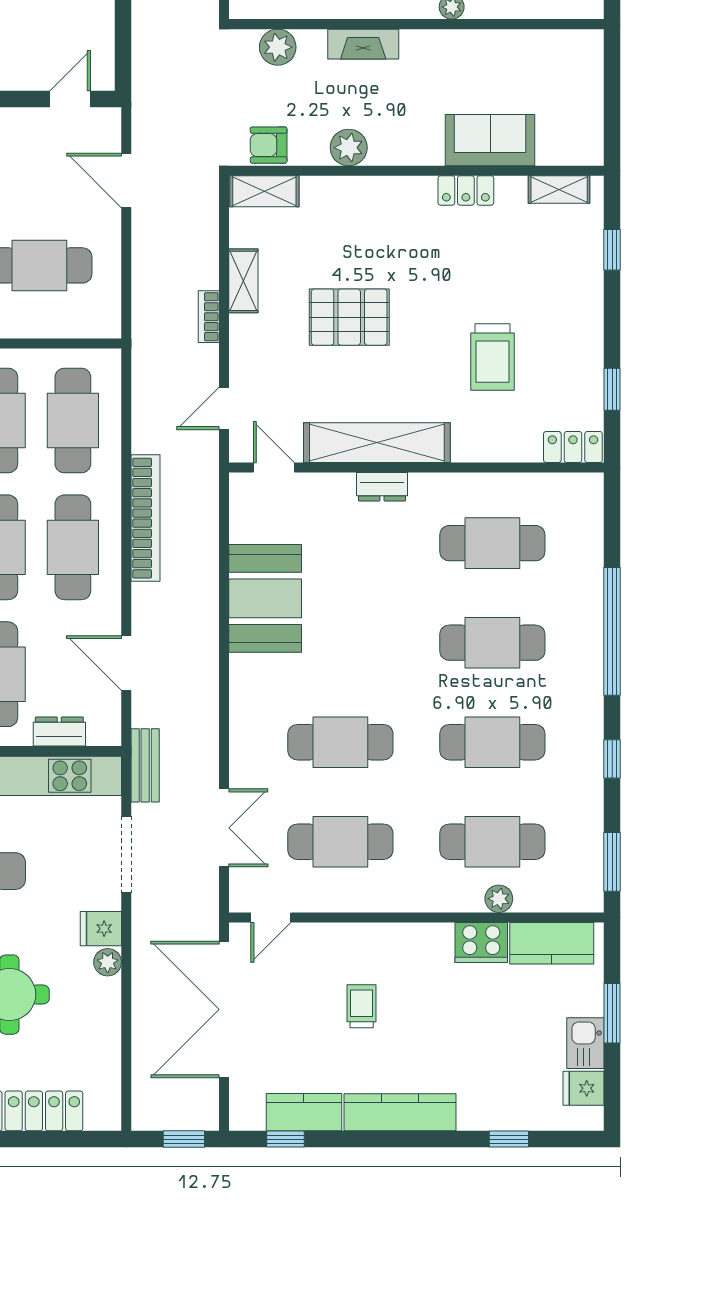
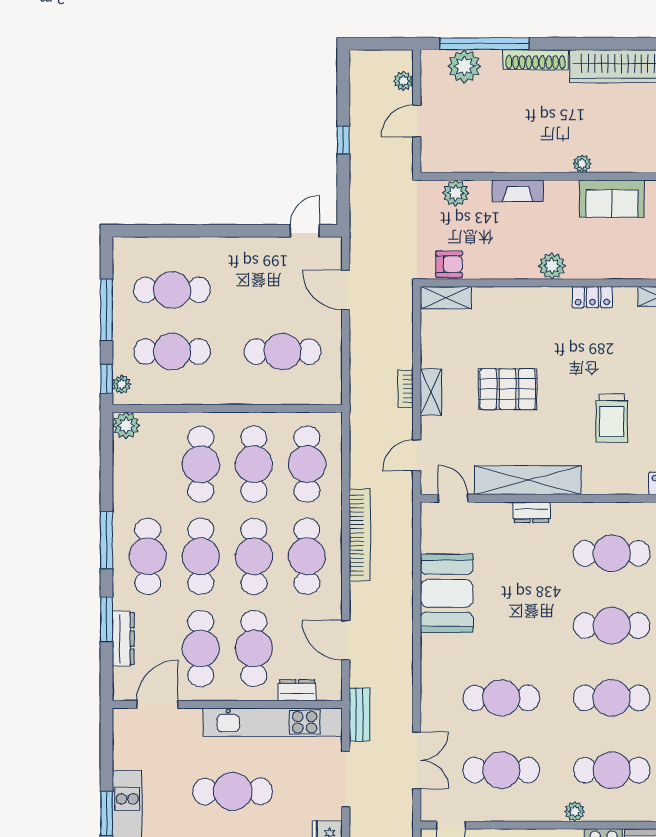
sofa: (490, 140) -> (612, 199), moved, turned 180
armchair: (269, 145) -> (449, 264), turned 180
plant: (349, 148) -> (552, 266), moved
shelving: (243, 281) -> (431, 392), moved
plant: (499, 899) -> (575, 812), moved

